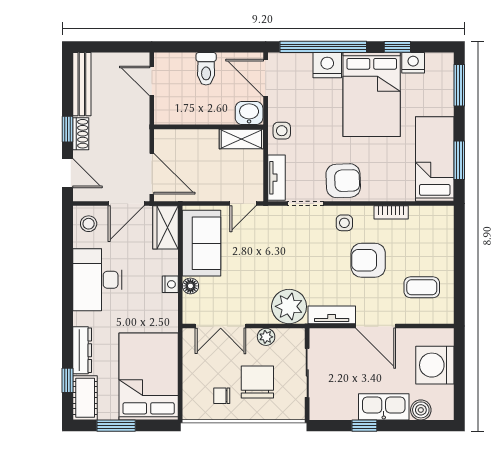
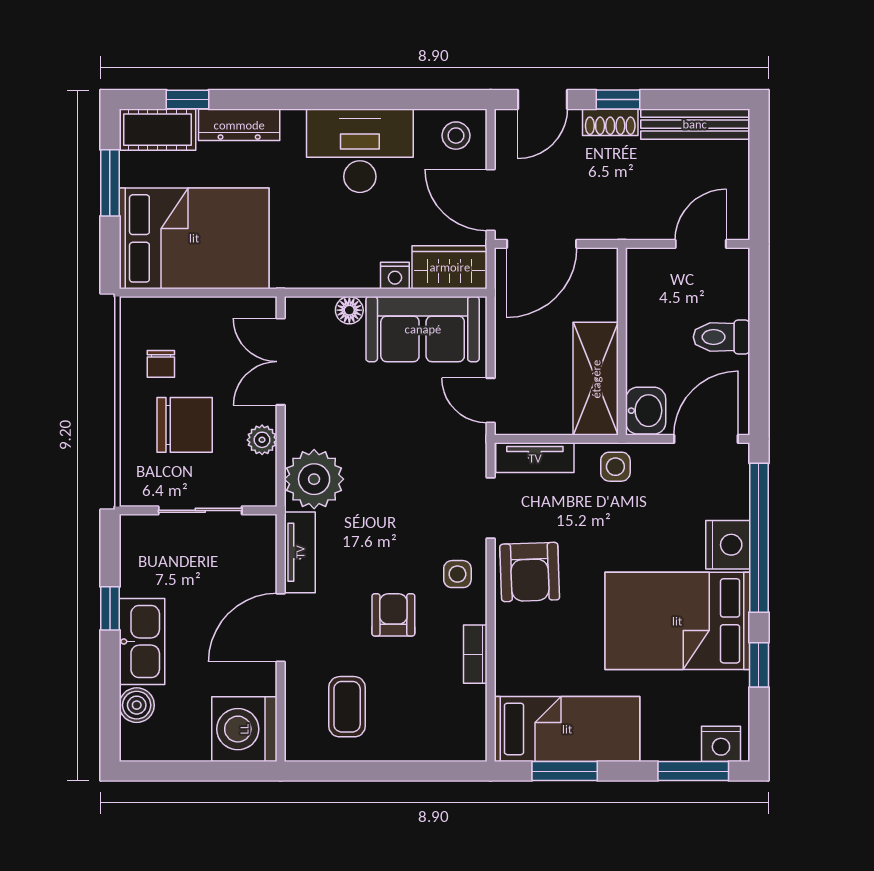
nightstand: (413, 63) -> (721, 744), moved, turned 90
shelving: (241, 139) -> (596, 379), width x1.50, depth x1.33
armchair: (368, 260) -> (393, 615), width x0.72, depth x0.72
nightstand: (170, 284) -> (395, 275), moved
washing machine: (435, 365) -> (244, 729), moved, turned -90
chair: (222, 396) -> (161, 364), turned 180

